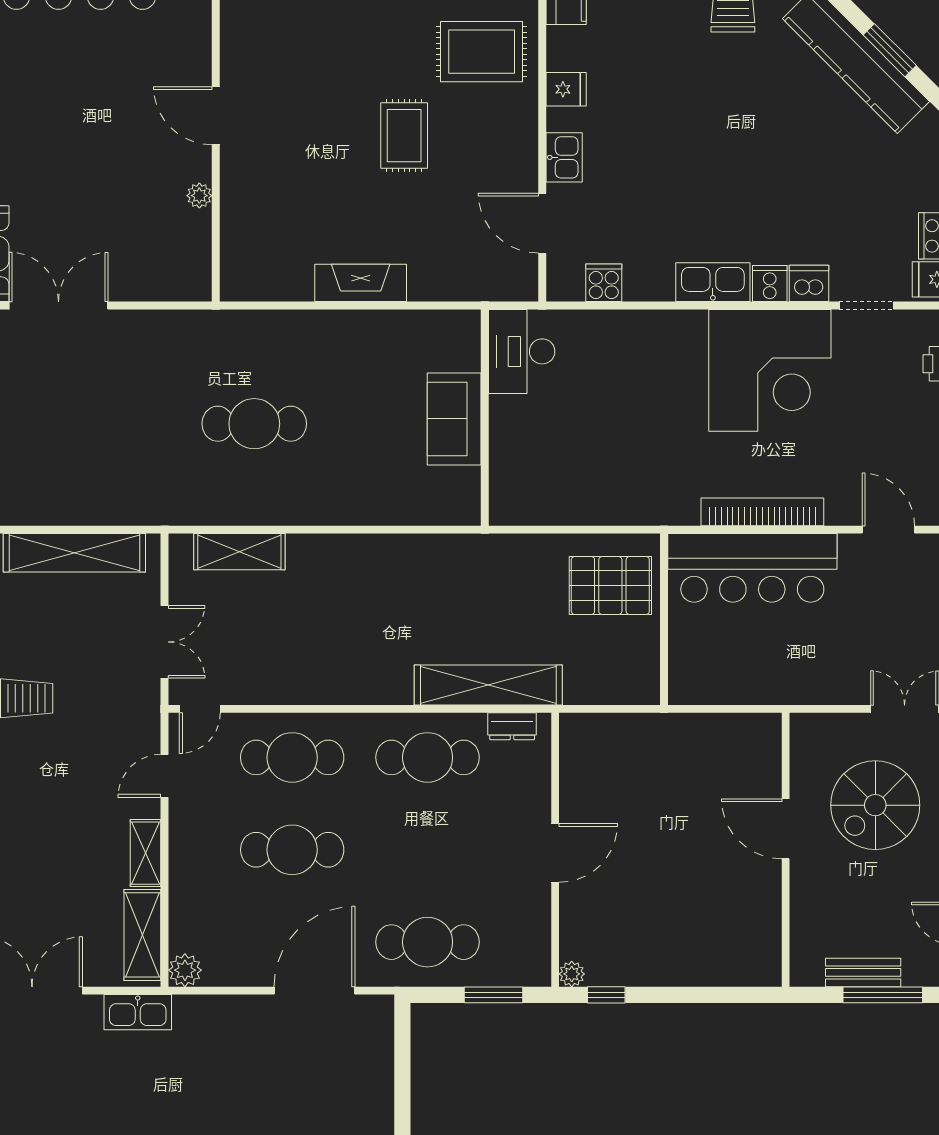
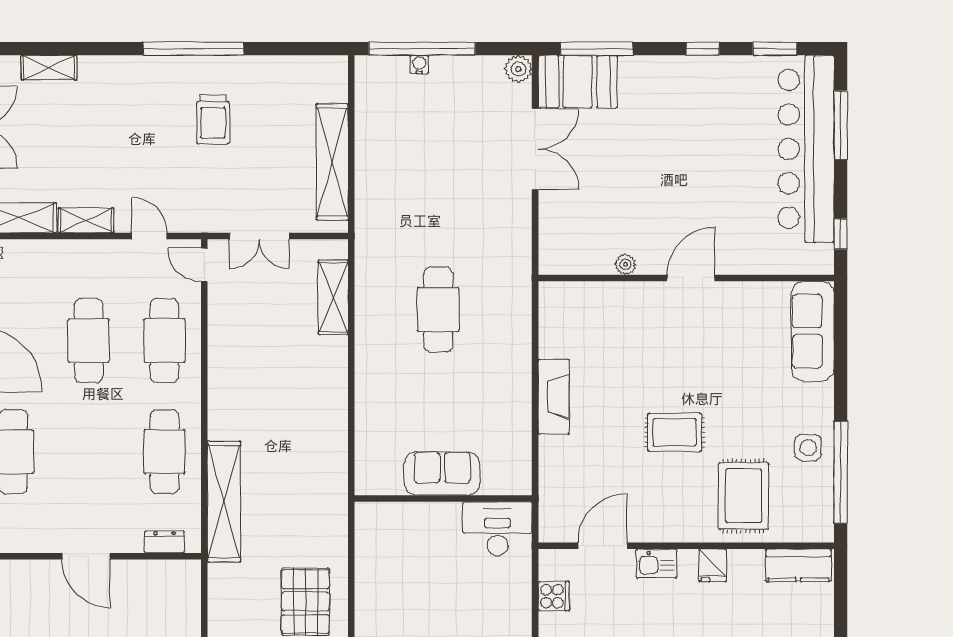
dresser: (512, 726) -> (165, 542), moved, turned 90

